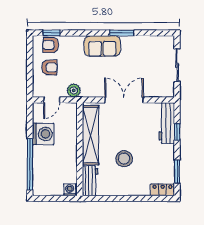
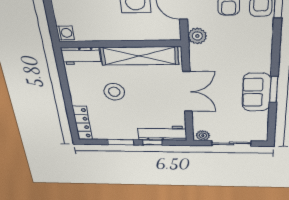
sofa: (102, 46) -> (256, 92), moved
plant: (169, 89) -> (203, 136), added
window: (177, 171) -> (121, 142), moved
locker: (163, 190) -> (82, 123), width x1.53

